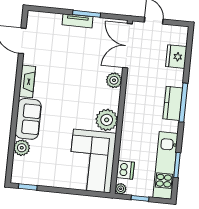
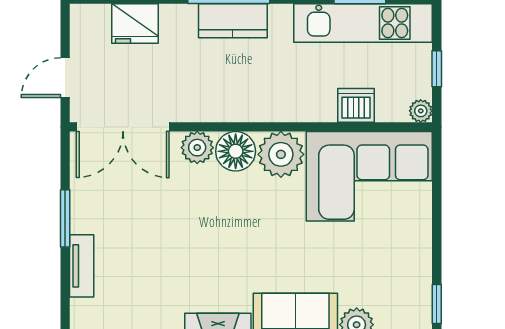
tv unit: (78, 21) -> (82, 266), moved
floor lamp: (110, 98) -> (236, 151), added
dishwasher: (125, 170) -> (356, 105), moved

